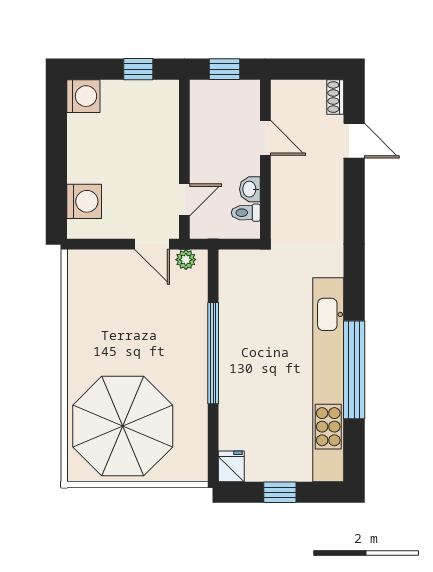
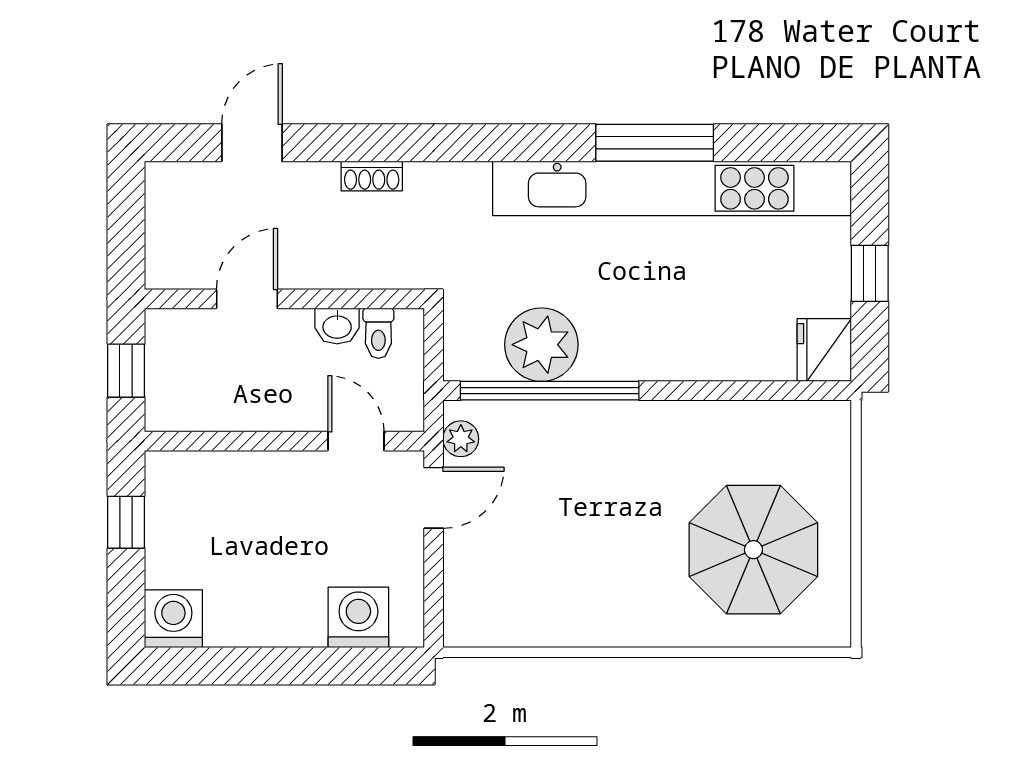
shoe rack: (335, 97) -> (372, 176), moved
plant: (239, 305) -> (541, 345), added
window: (213, 353) -> (550, 391), moved
window: (354, 370) -> (655, 143), width x0.68
parasol: (123, 426) -> (753, 550), width x0.73, depth x0.73
fridge: (231, 466) -> (824, 350), width x1.38

